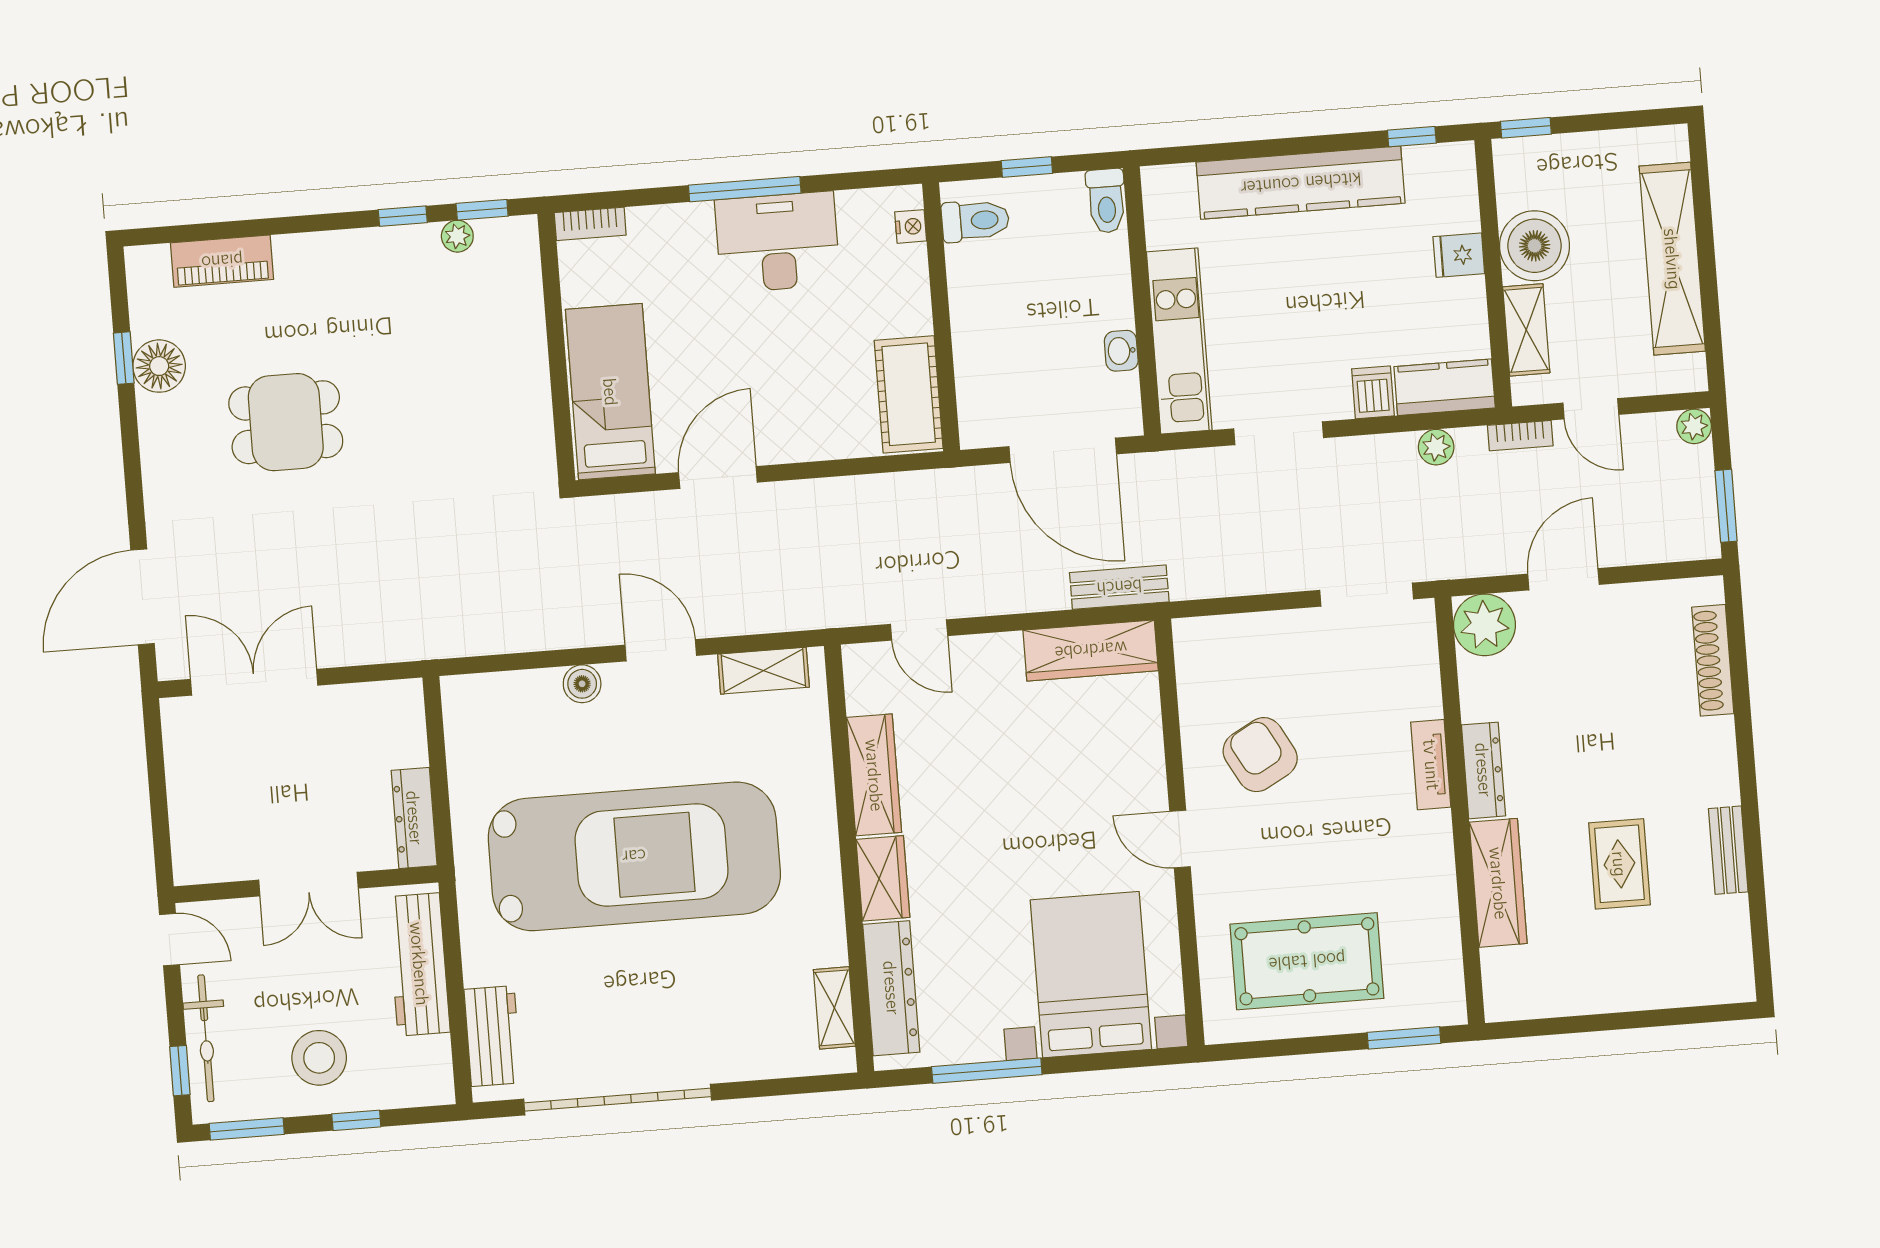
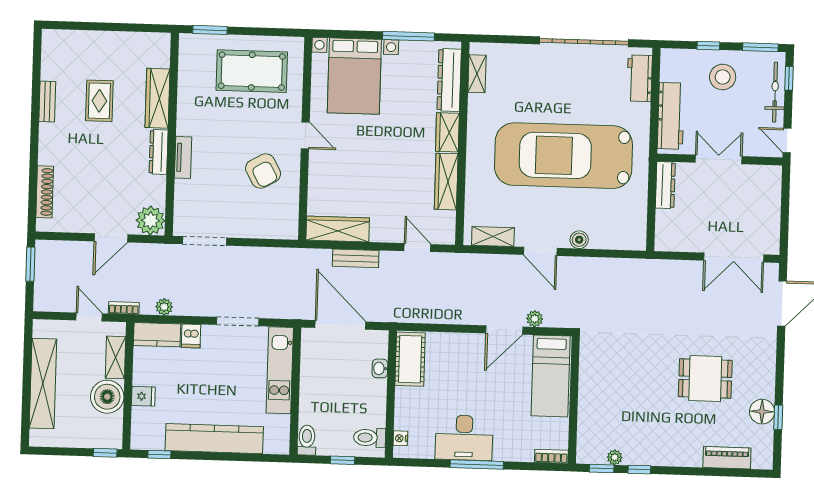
washbasin: (1121, 351) -> (380, 368), moved, turned 180
plant: (1694, 426) -> (535, 319), moved
bench: (1119, 587) -> (356, 258), moved

